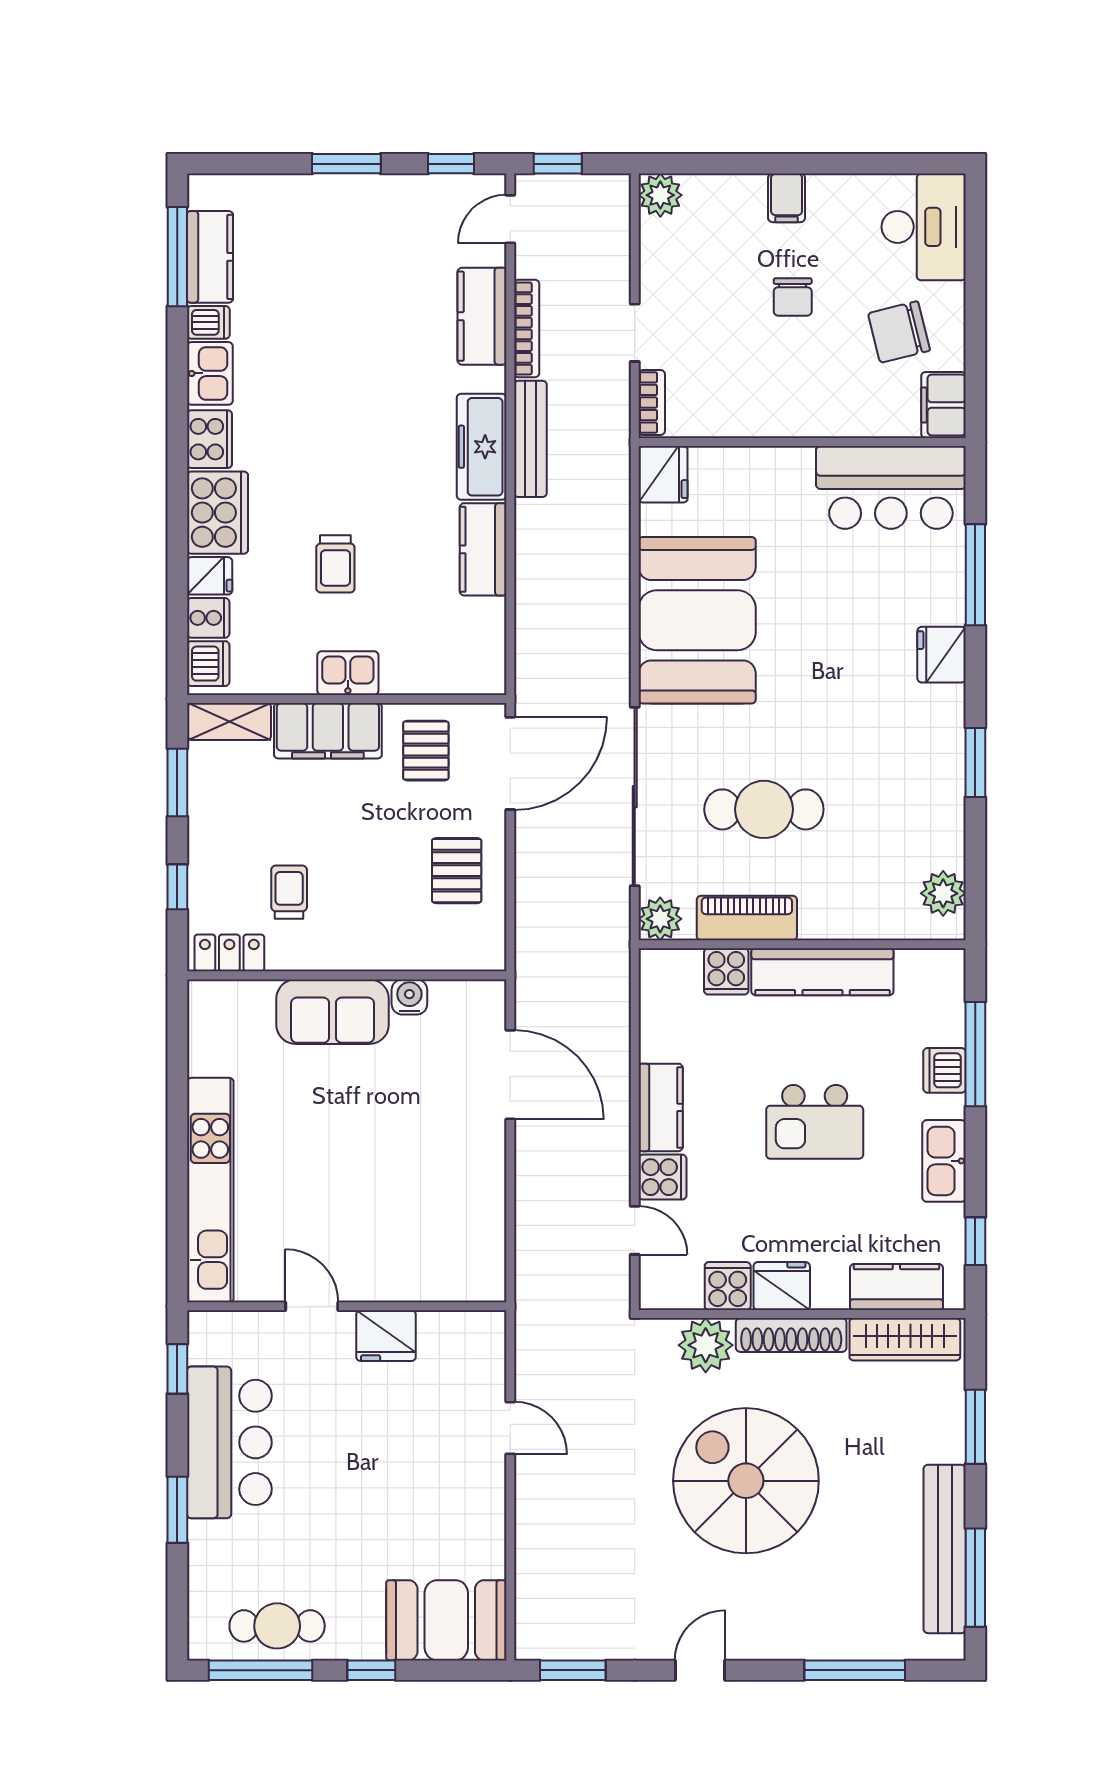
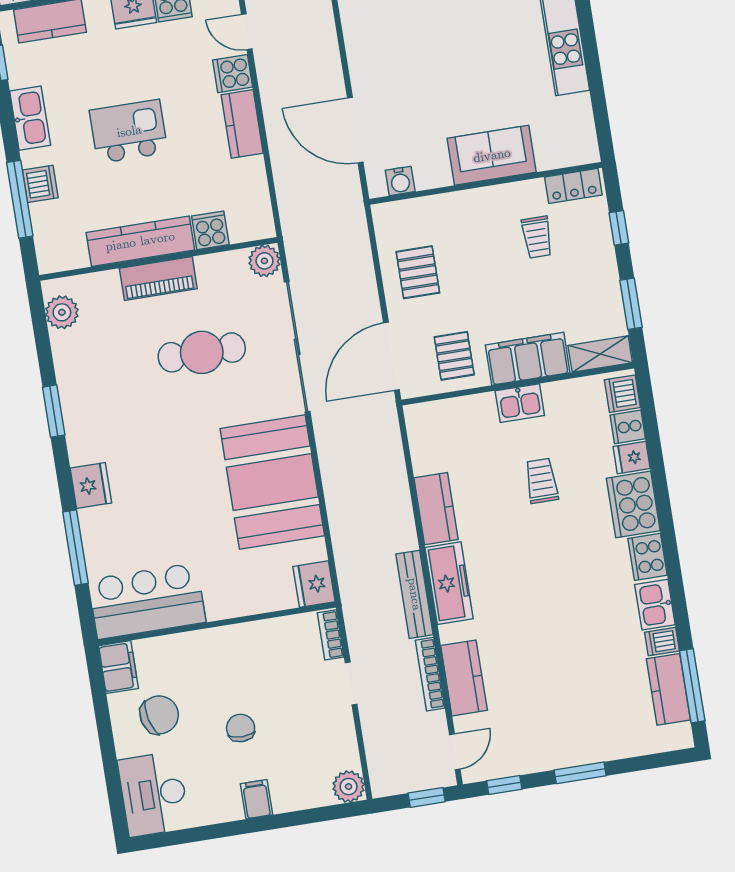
piano: (747, 918) -> (158, 279), moved
water cooler: (409, 997) -> (400, 181), moved

